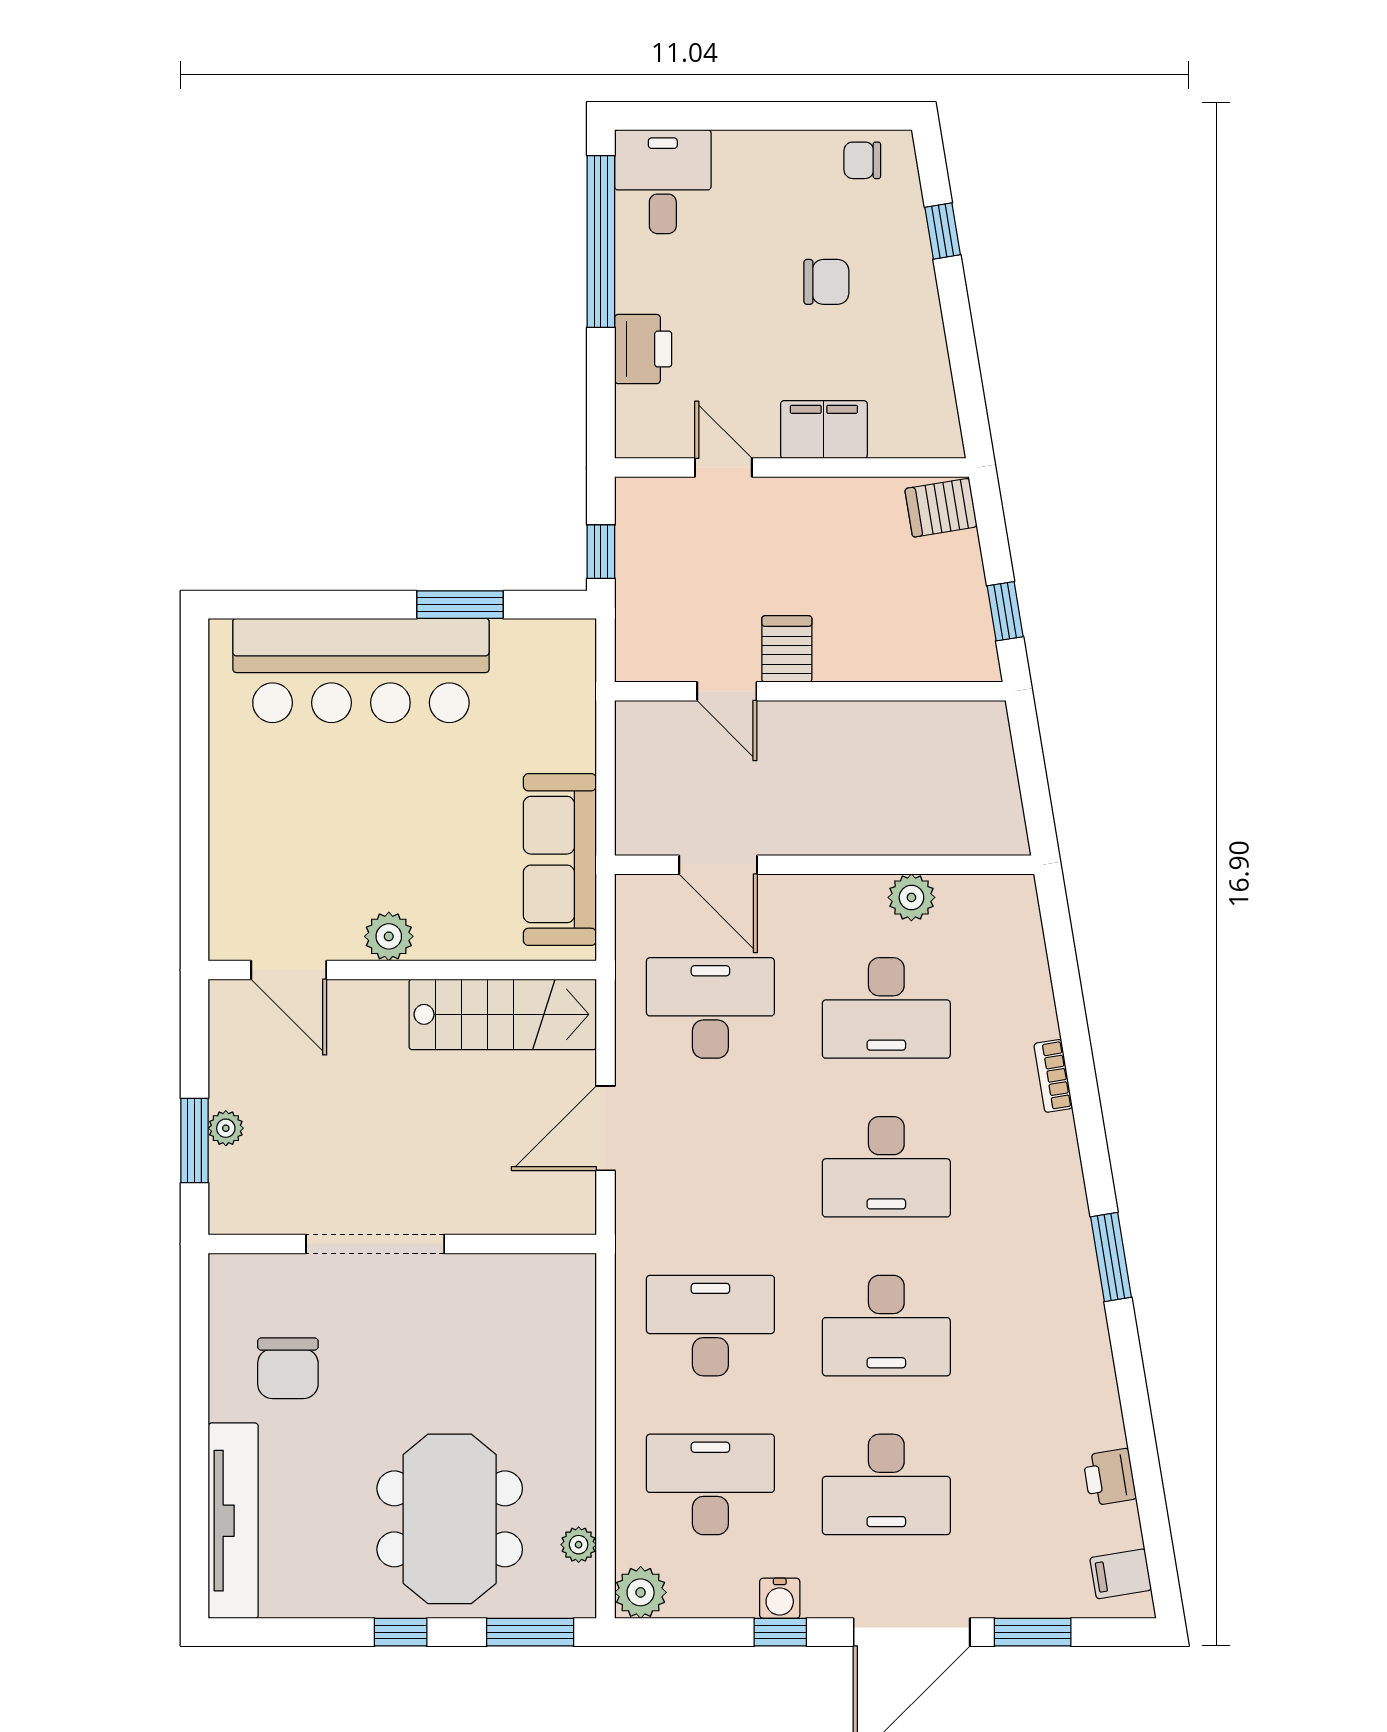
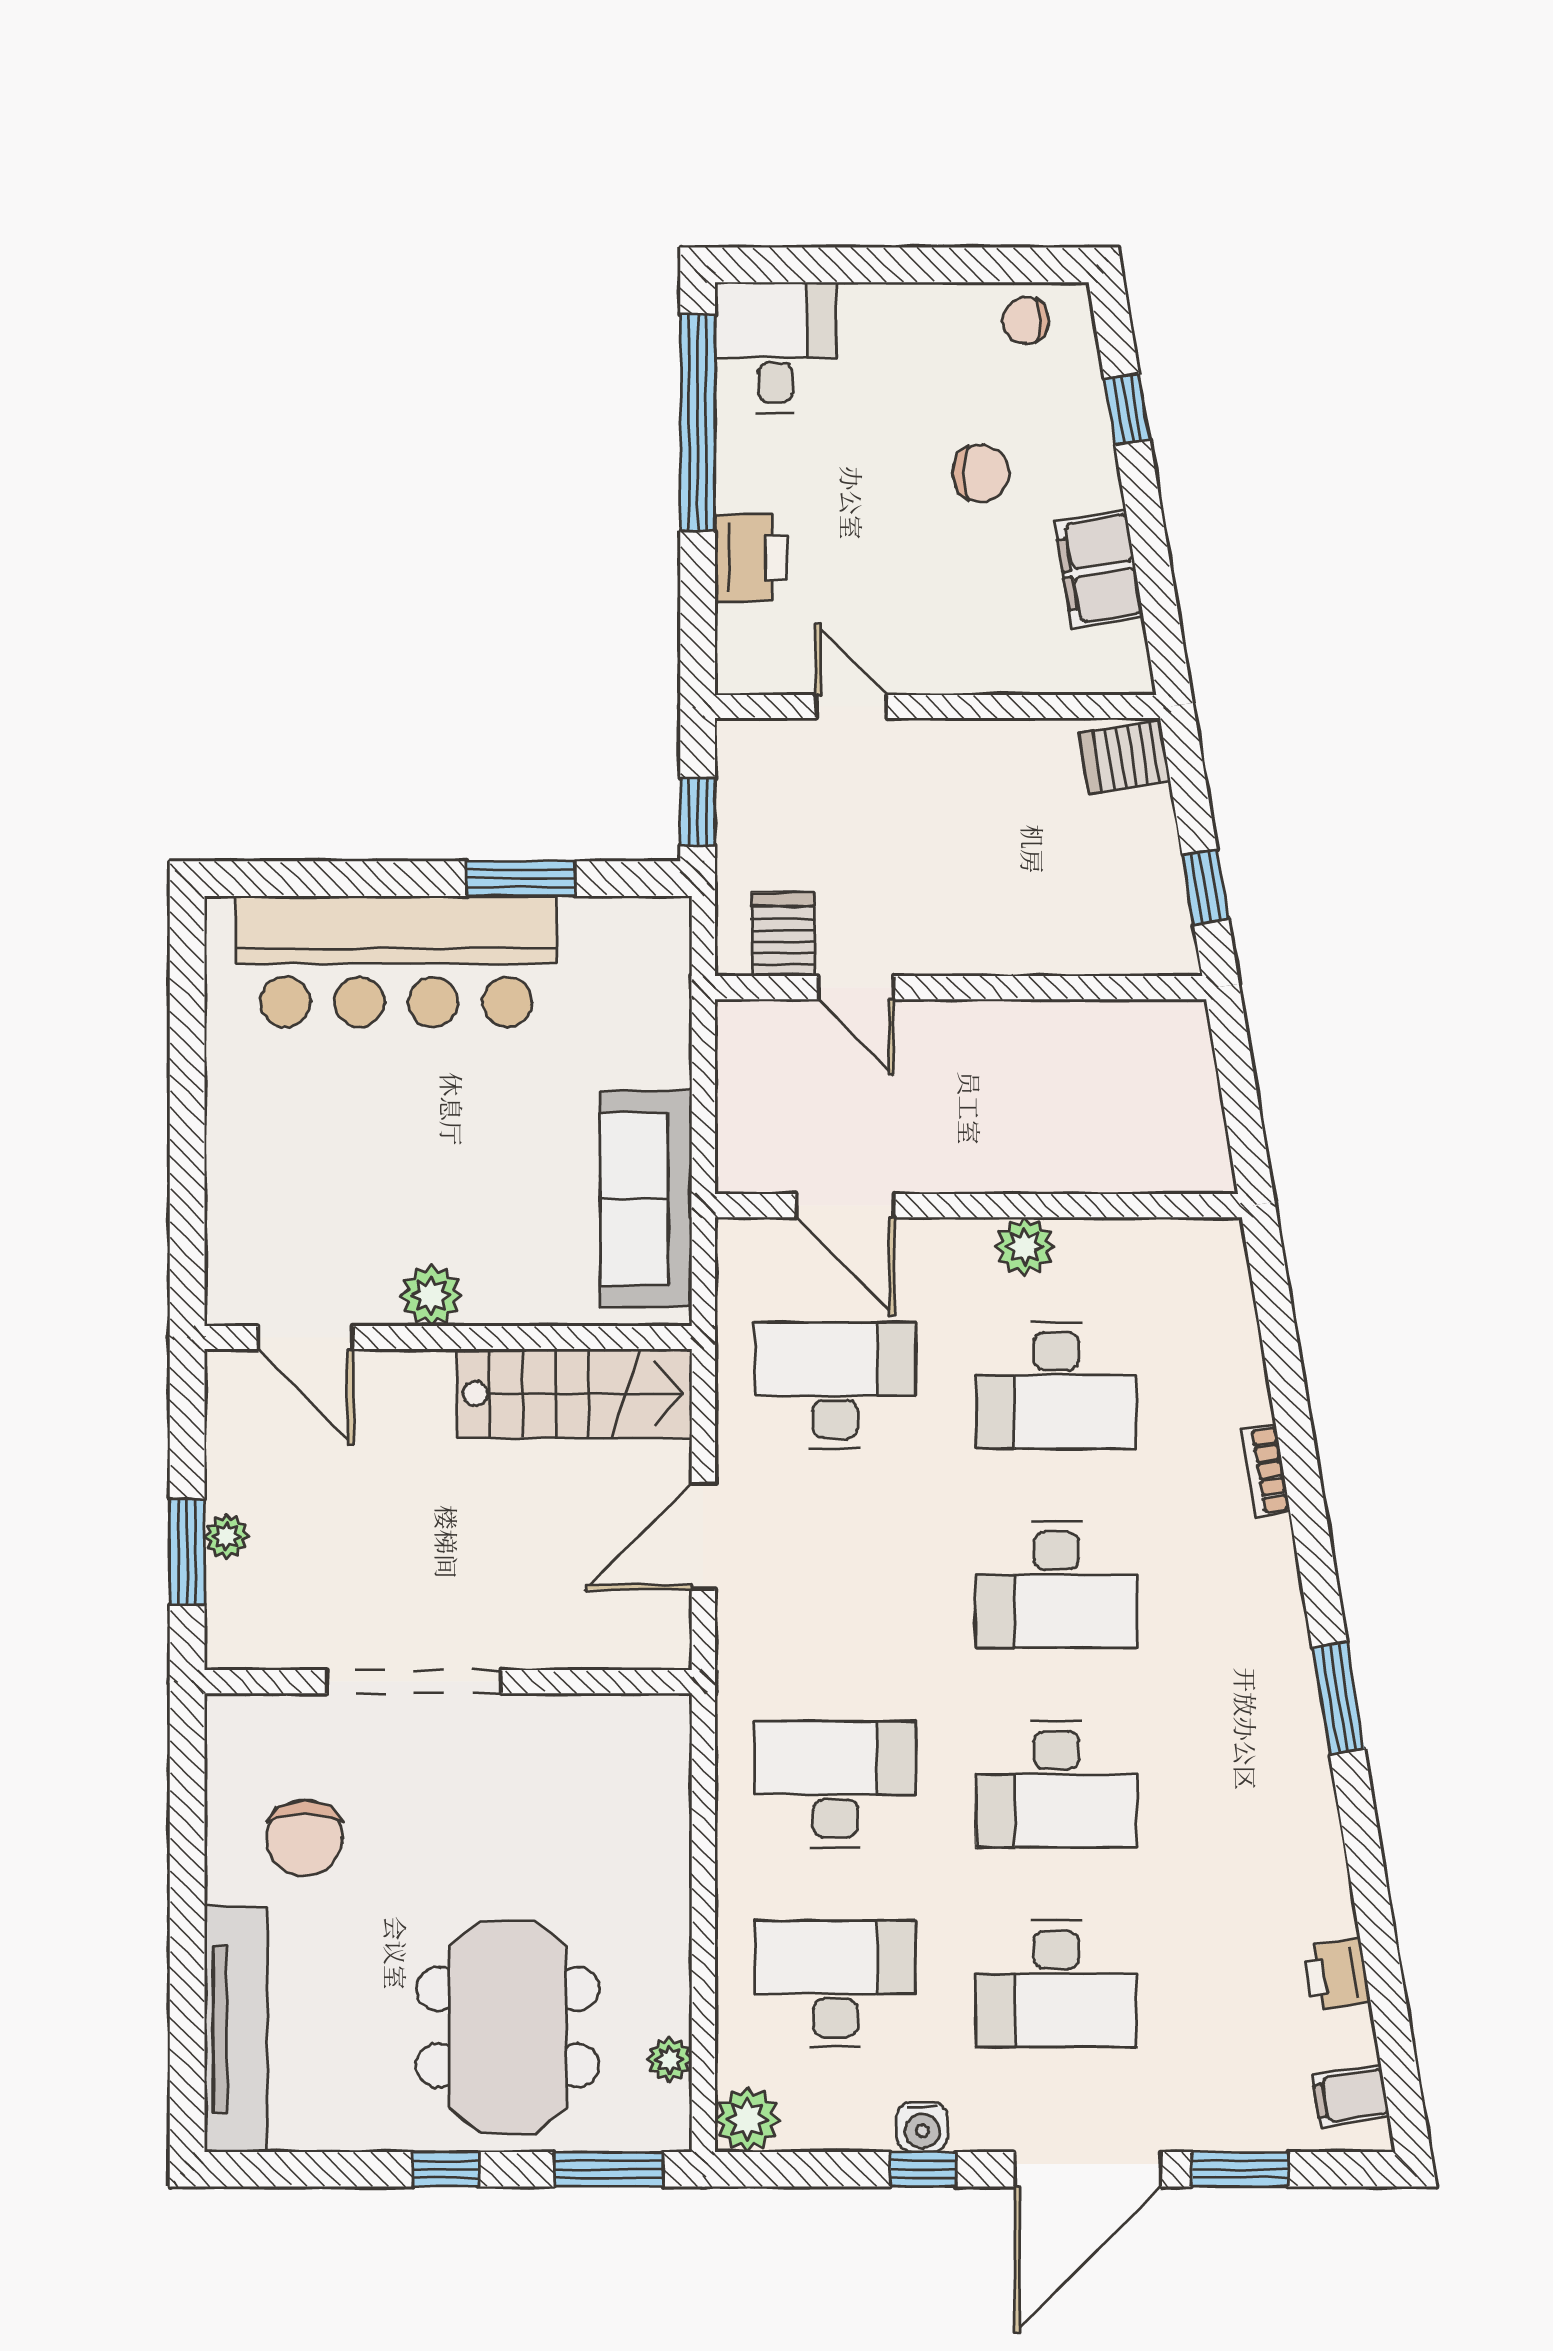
filing cabinet: (824, 430) -> (1099, 569), moved, turned -99
server rack: (787, 649) -> (783, 934), moved
plant: (911, 897) -> (1024, 1247), moved

